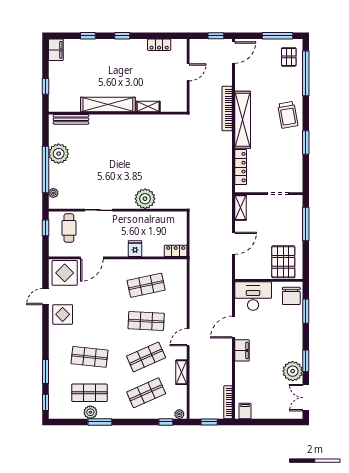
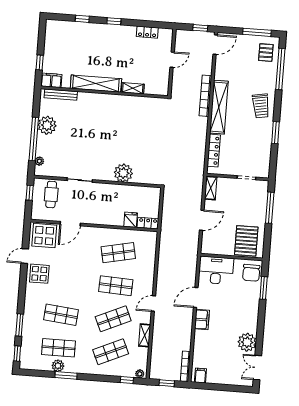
filing cabinet: (56, 50) -> (51, 80), moved, turned -90
fridge: (135, 249) -> (131, 220), moved
window: (306, 361) -> (260, 334), removed

